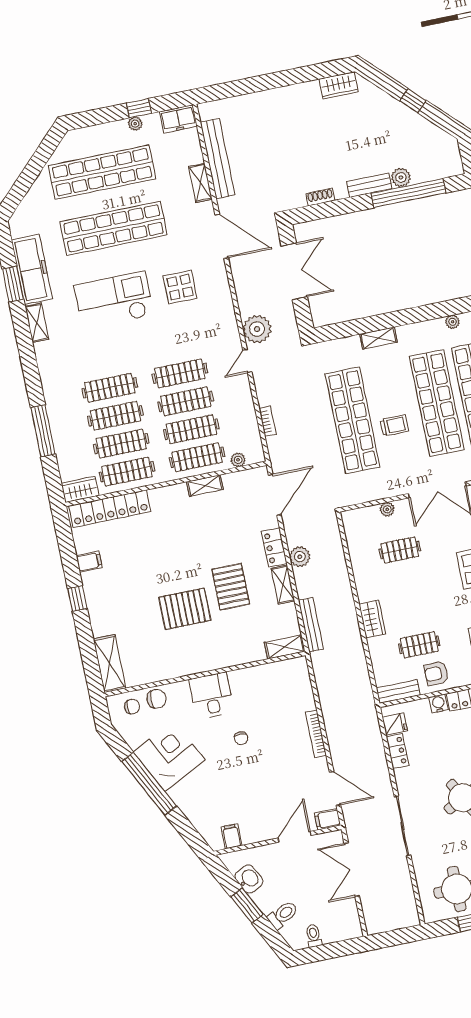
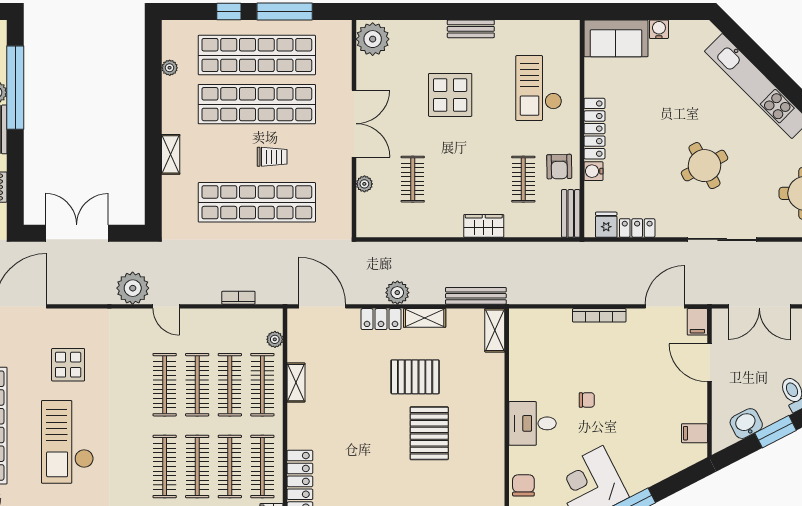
trolley: (394, 425) -> (272, 157), turned 90

